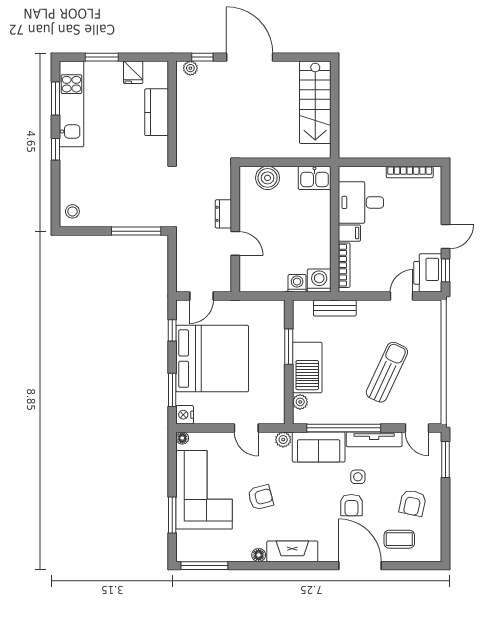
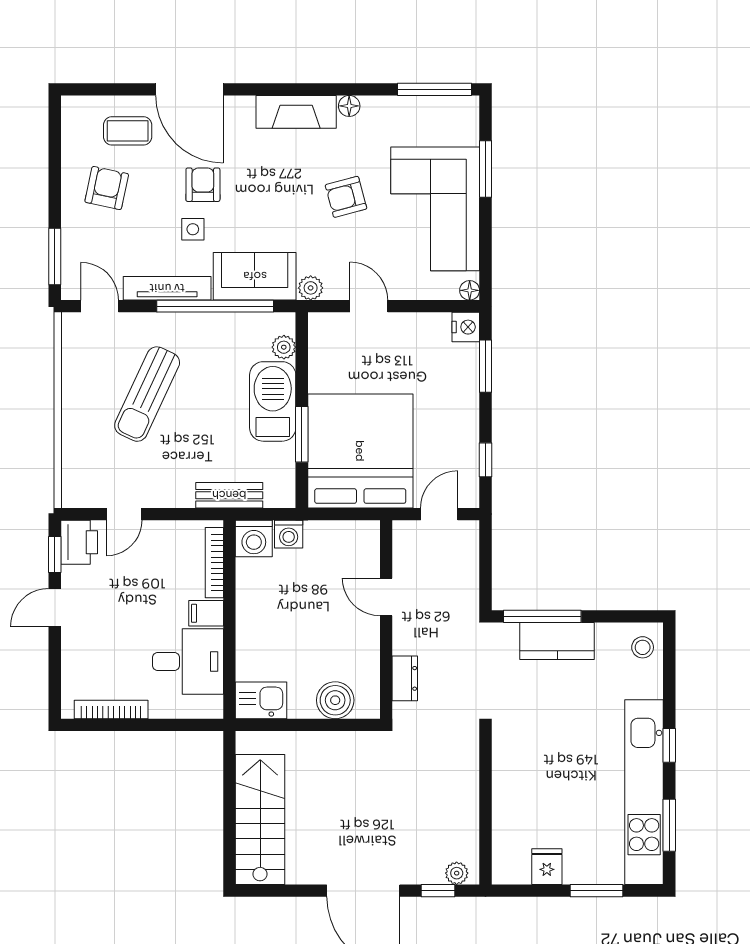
kitchen unit: (71, 104) -> (644, 792), width x1.36
kitchen counter: (157, 112) -> (557, 641), moved, turned 90
dresser: (223, 214) -> (405, 678), moved
printer: (428, 273) -> (79, 542), width x0.73, depth x0.84
bed: (212, 359) -> (360, 451), moved, turned 90

